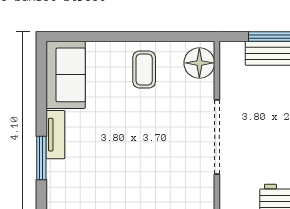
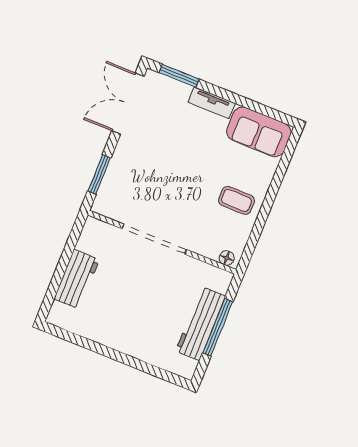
floor lamp: (199, 63) -> (227, 258), width x0.53, depth x0.53
window: (41, 158) -> (179, 76), moved

